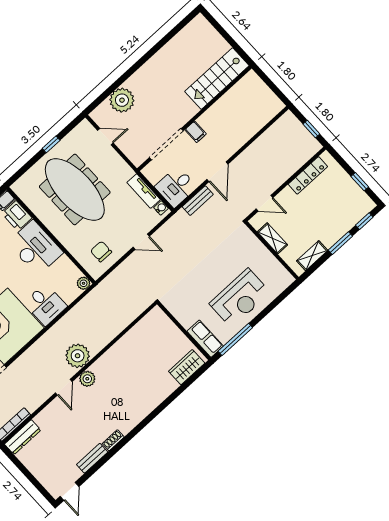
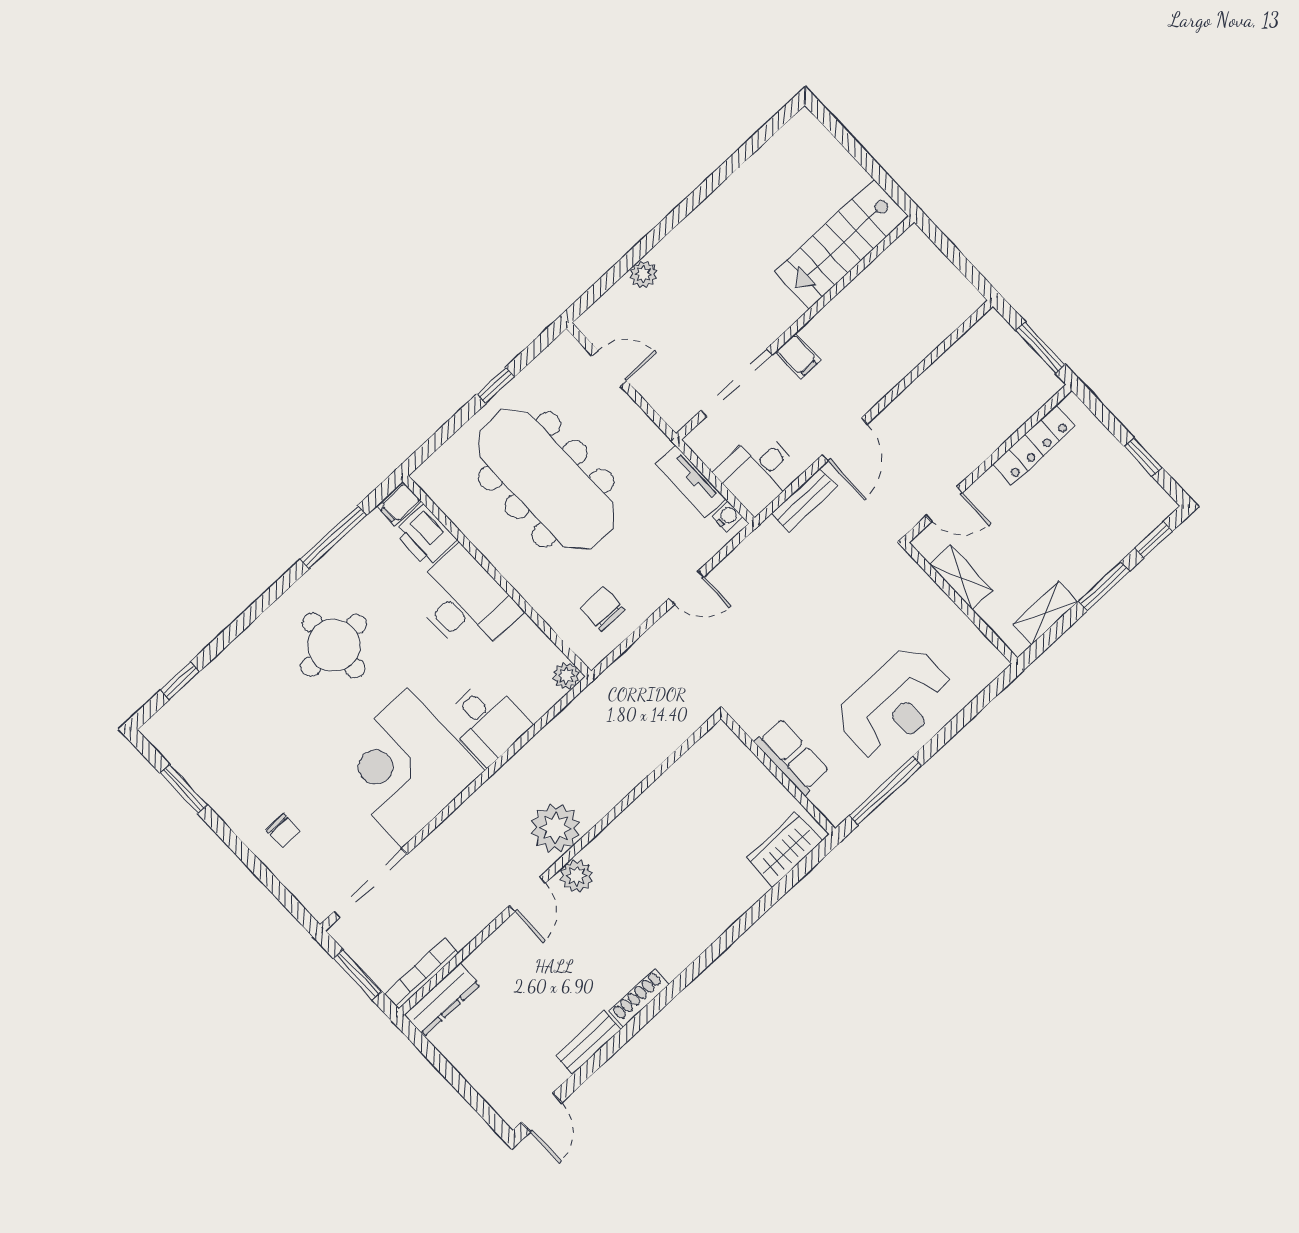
plant: (122, 100) -> (644, 274), width x0.53, depth x0.53
window: (311, 129) -> (1041, 348), width x1.50
row of seats: (205, 339) -> (792, 757), moved
shoe rack: (113, 440) -> (639, 998), width x1.43

